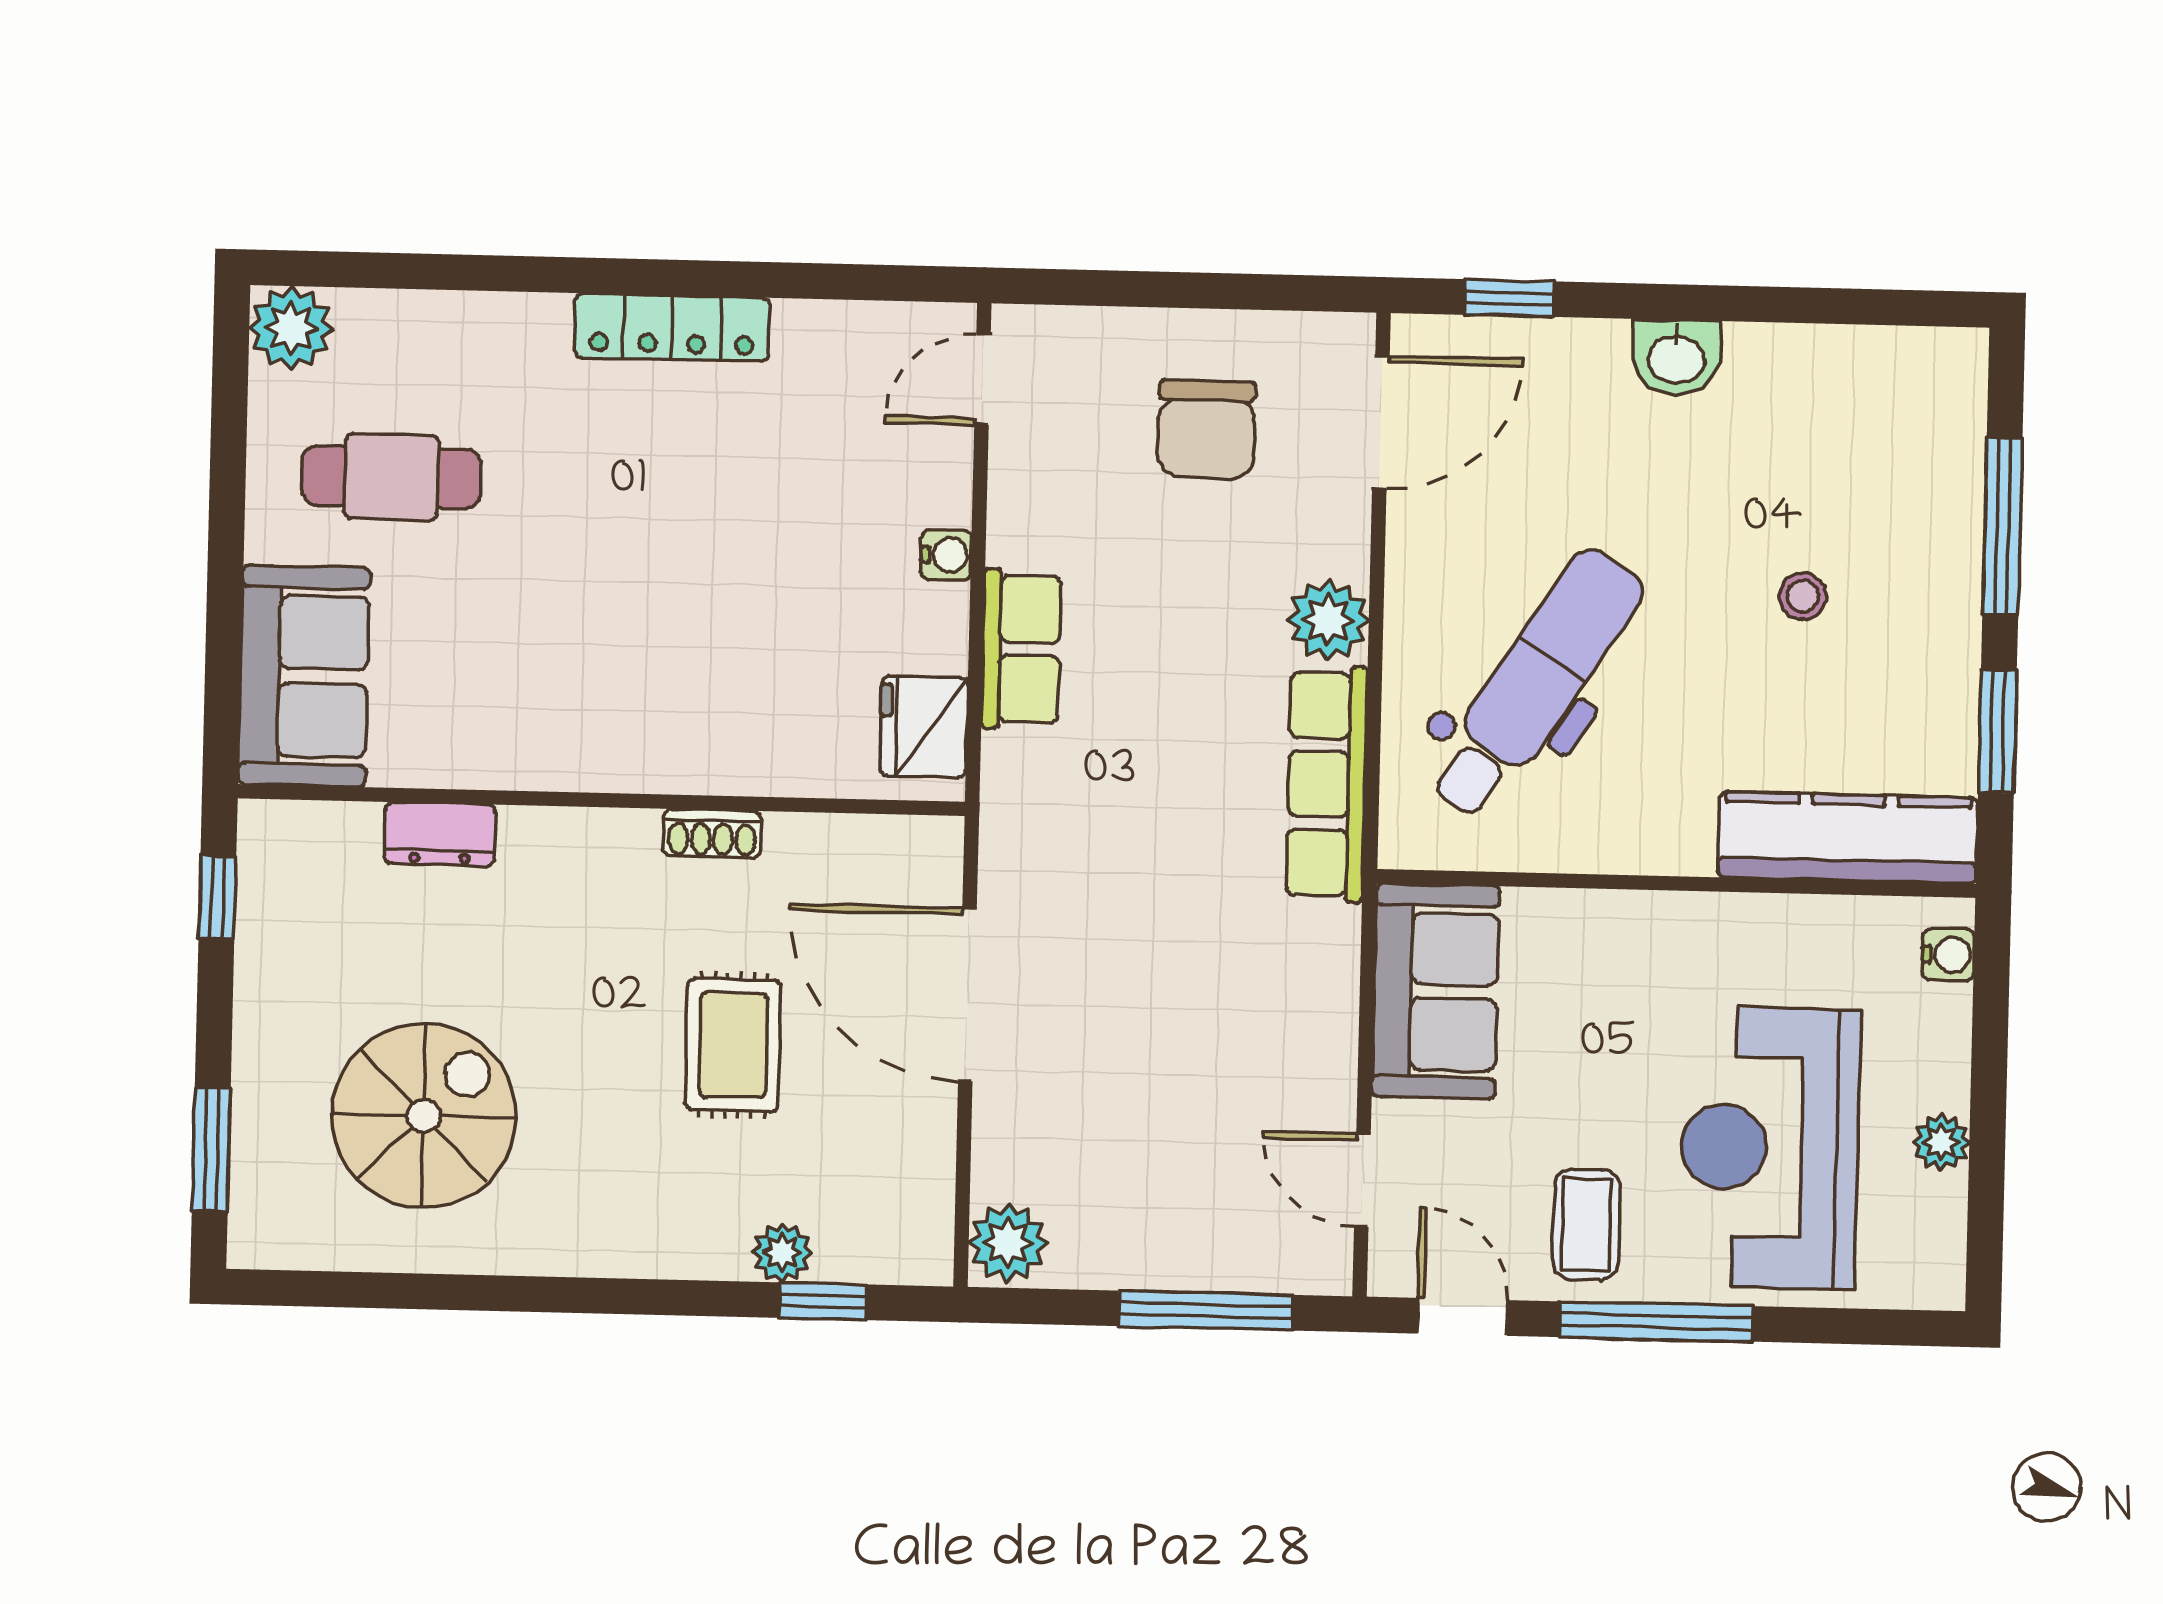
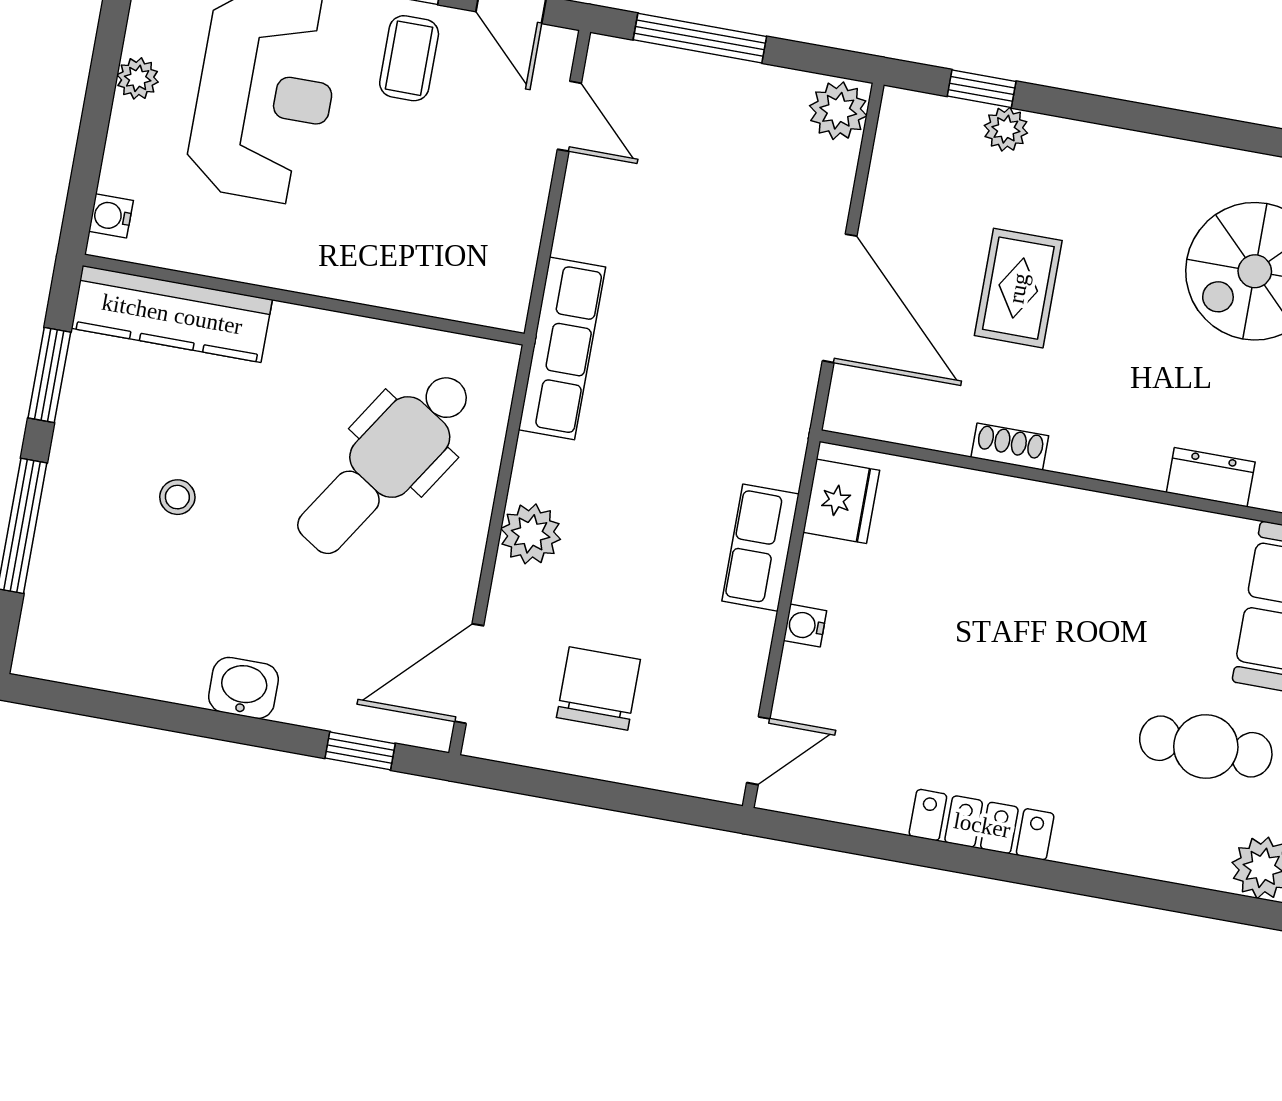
row of seats: (1327, 784) -> (562, 348), moved
sofa: (1436, 991) -> (494, 247), removed

